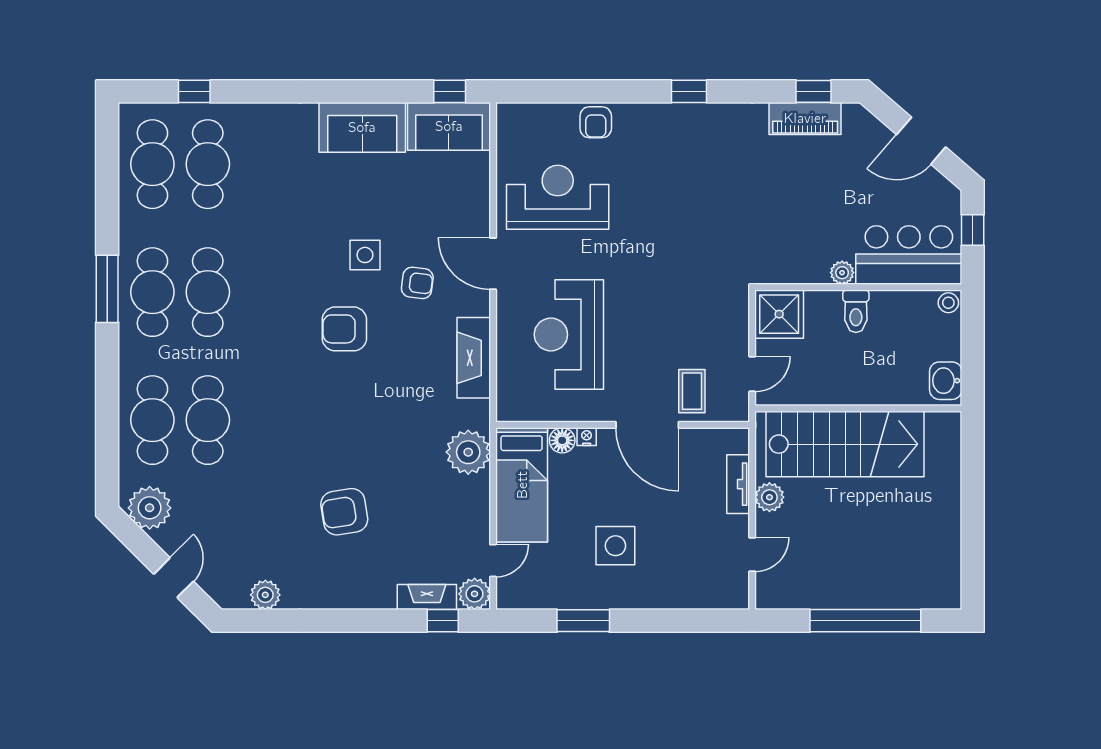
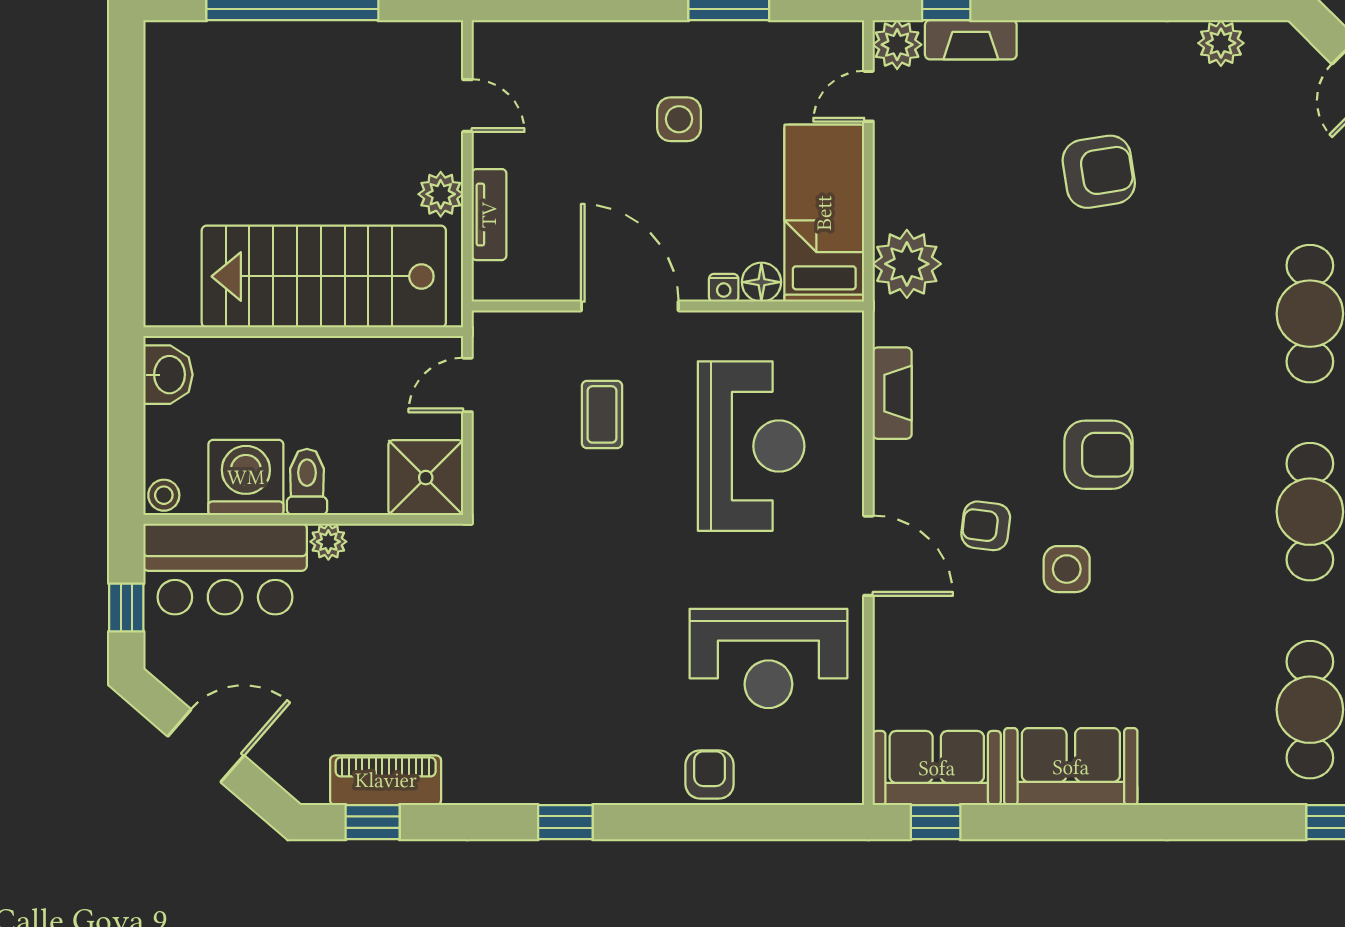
washing machine: (895, 314) -> (246, 477), added
fireplace: (474, 358) -> (892, 393), width x0.73, depth x0.76
coffee table: (692, 391) -> (602, 414), moved
side table: (615, 546) -> (679, 119), width x0.73, depth x0.73
door: (752, 554) -> (467, 106), swing flipped

